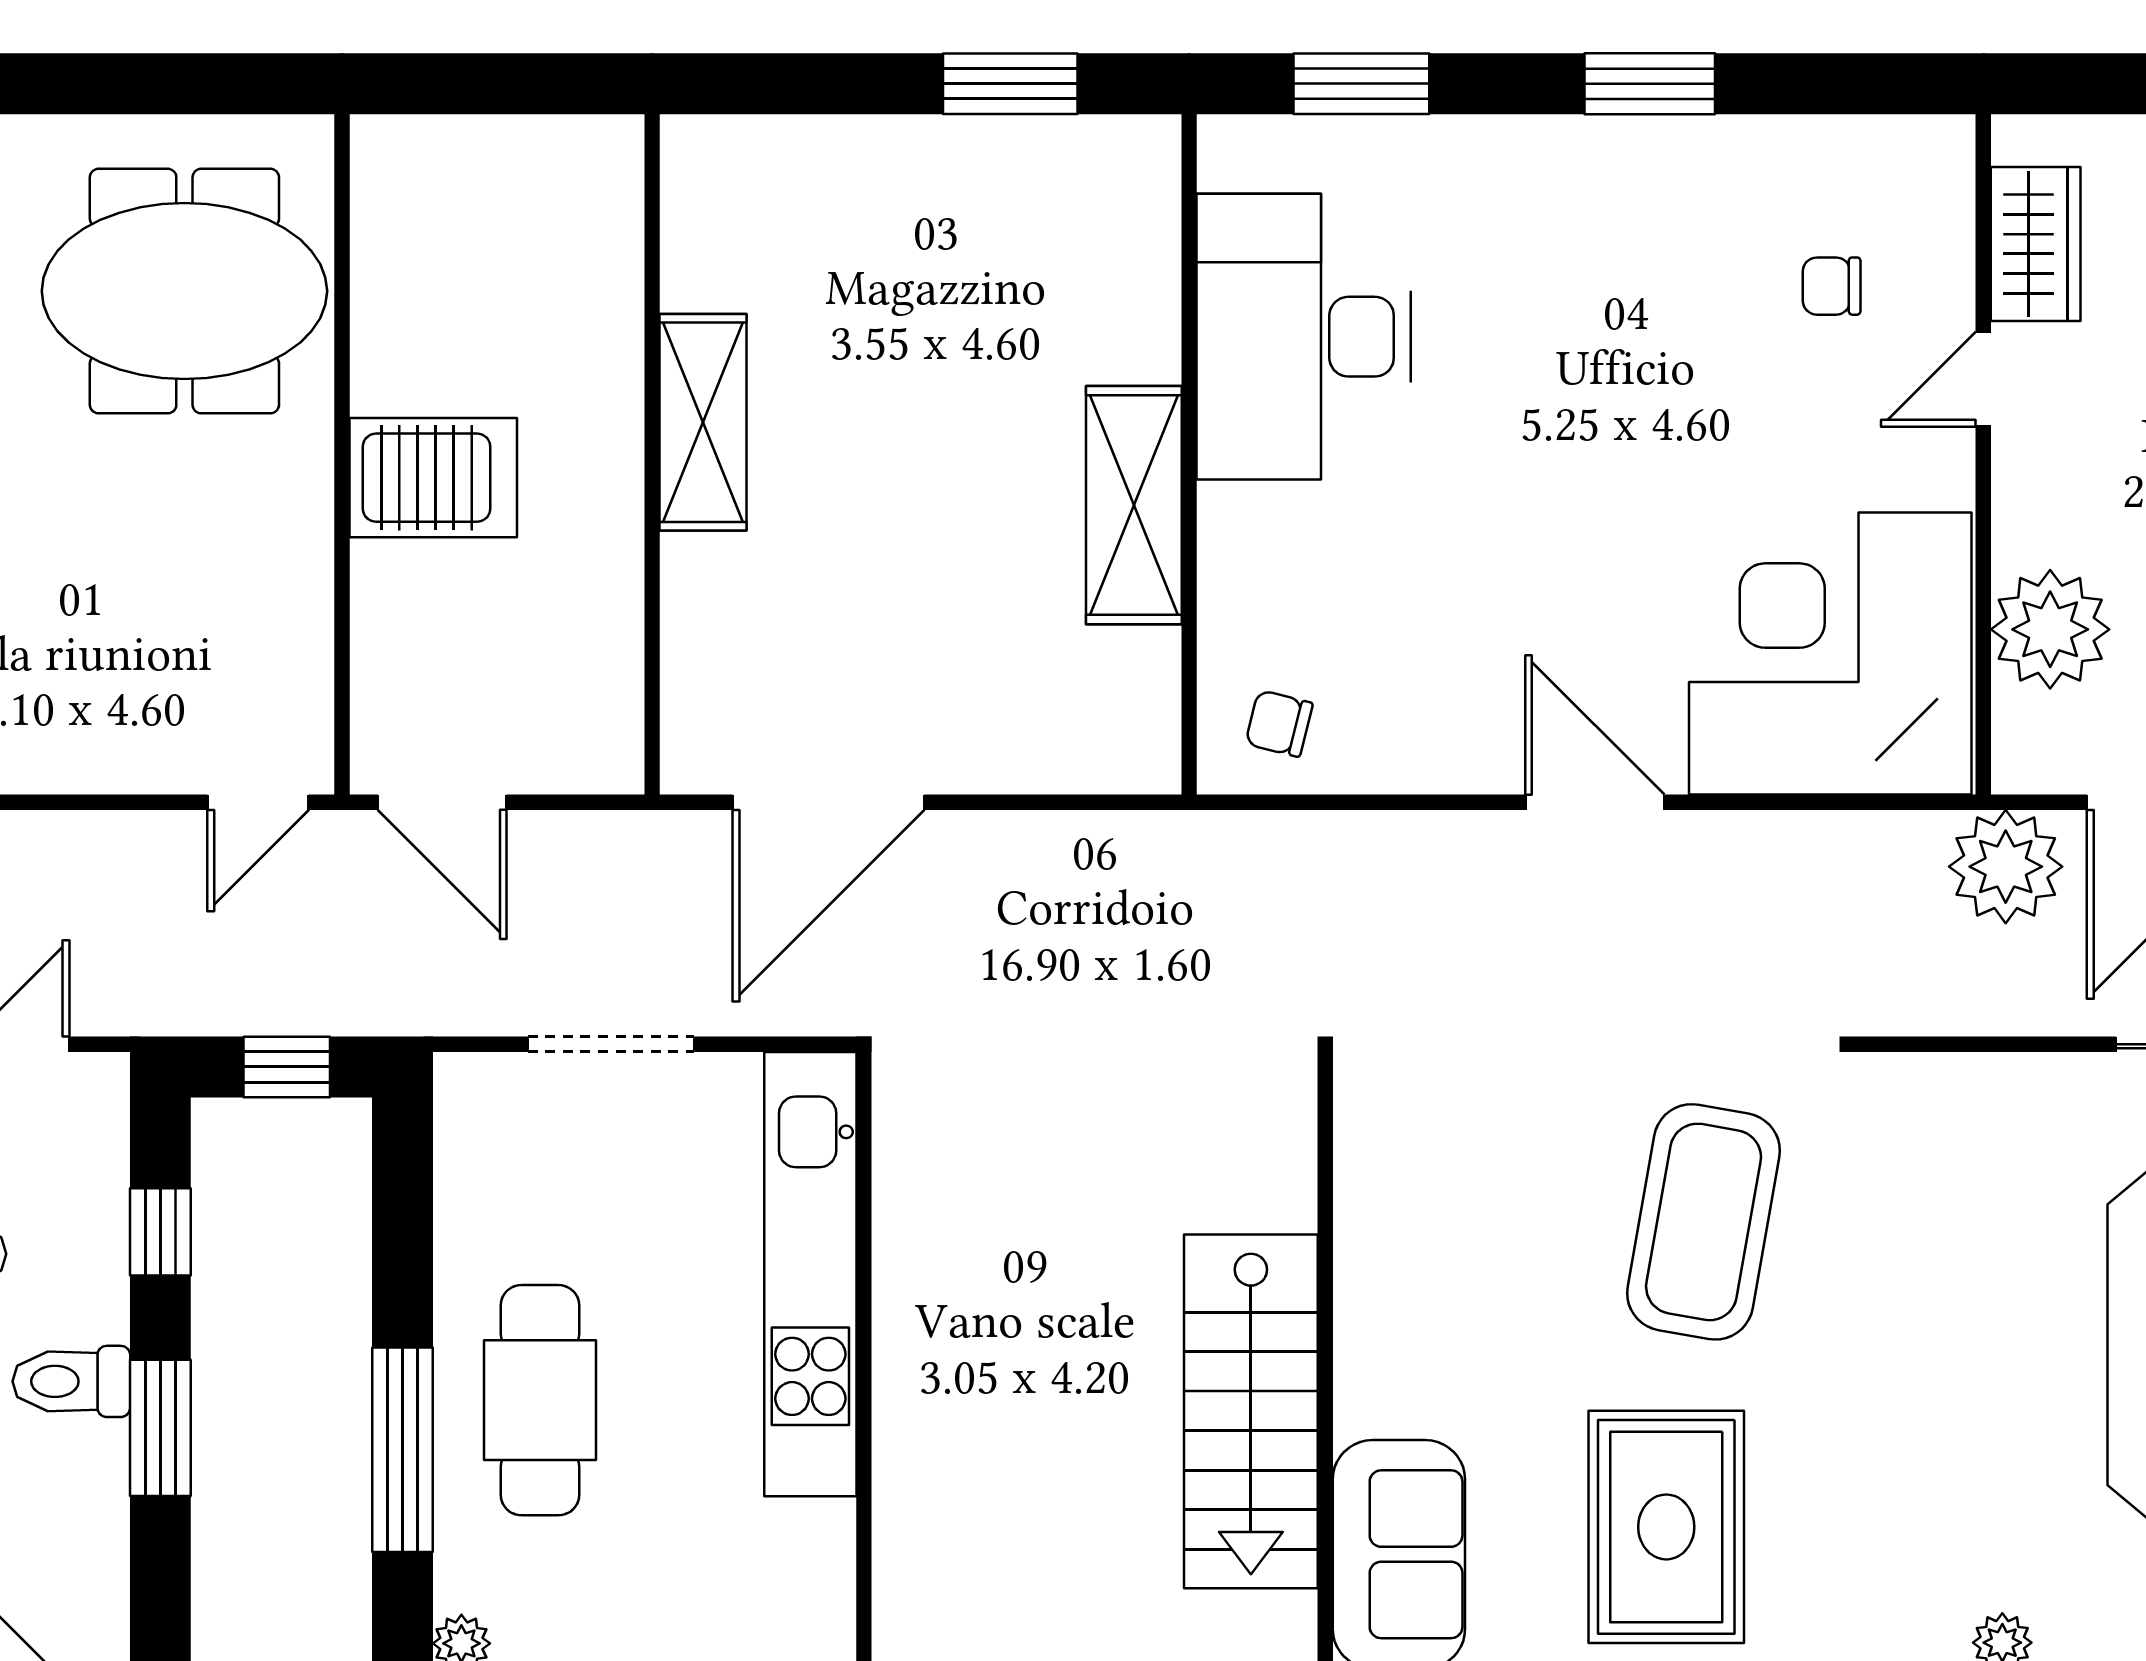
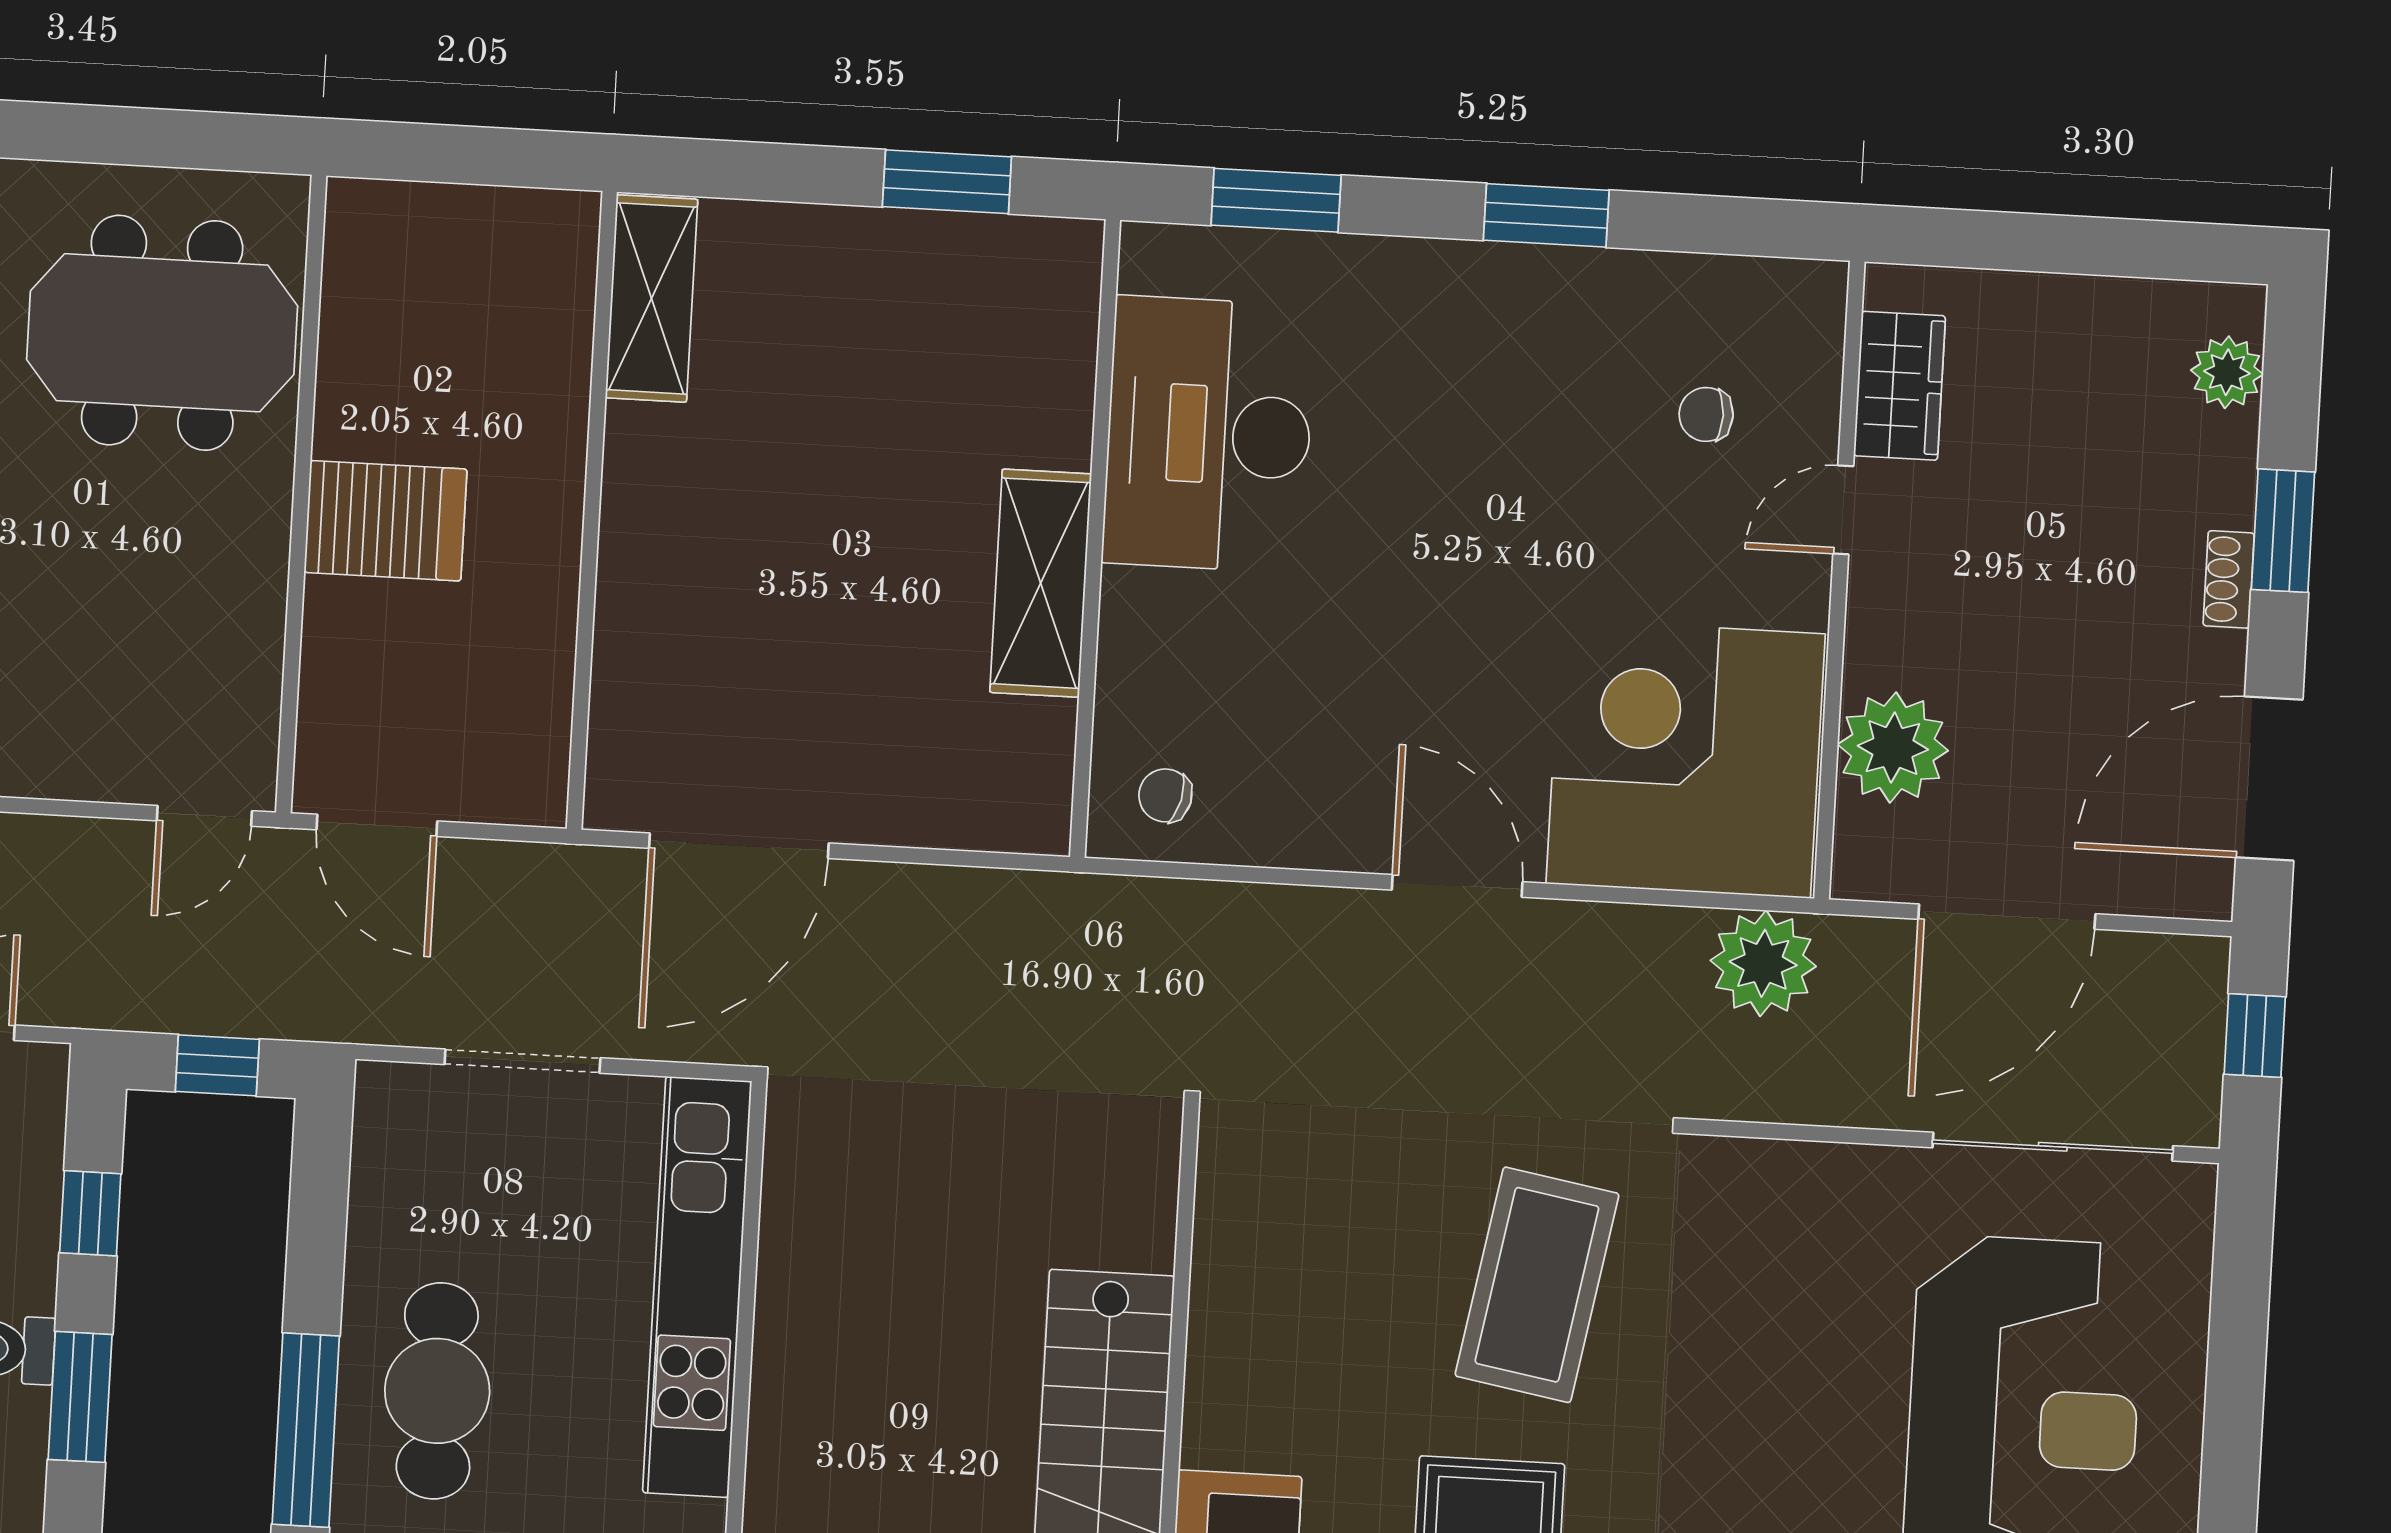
shelving: (703, 422) -> (652, 298), moved
plant: (2006, 867) -> (1763, 963), moved

